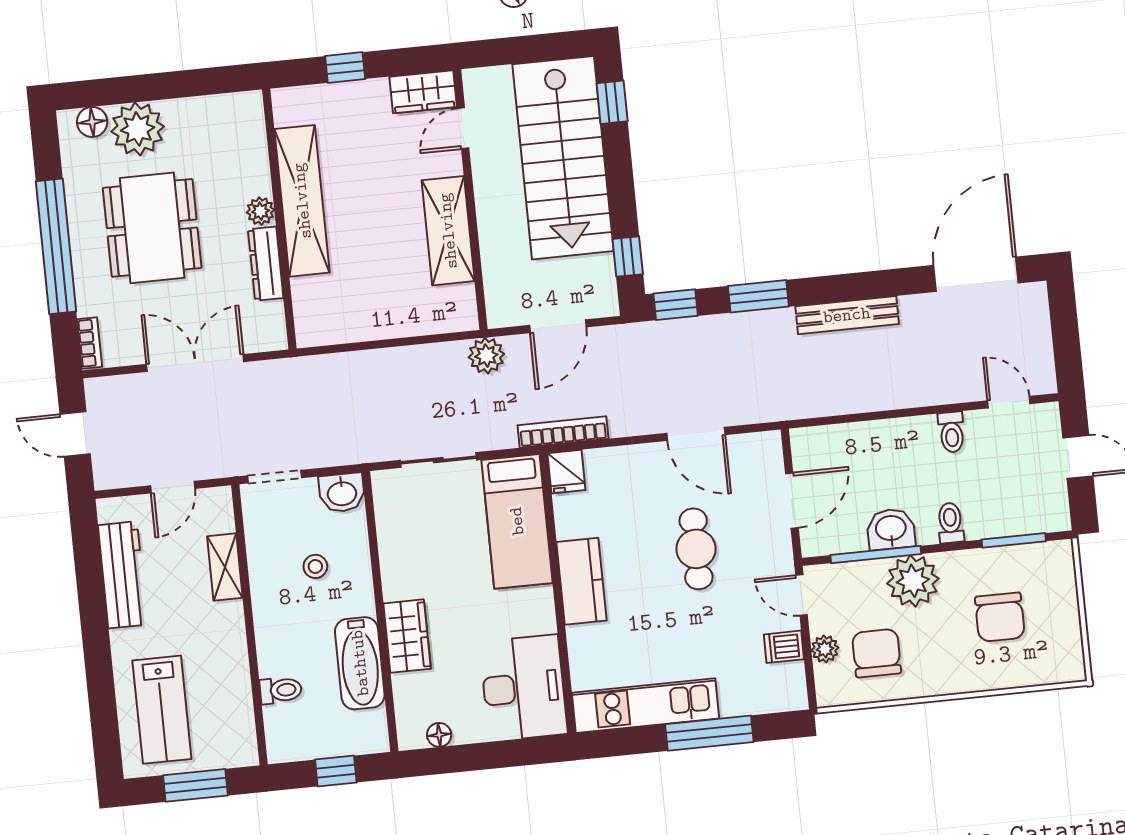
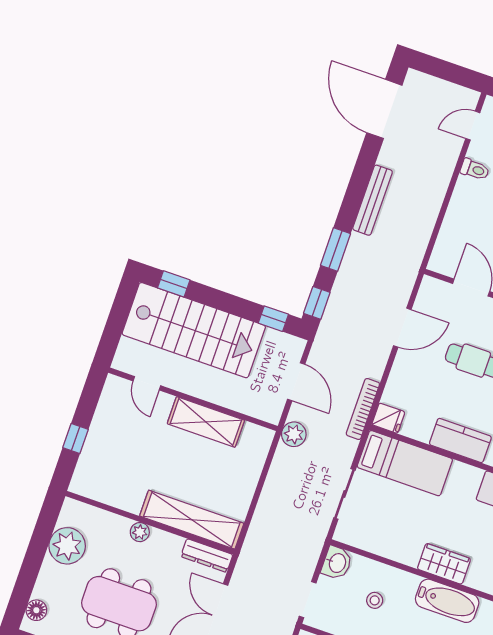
wardrobe: (423, 92) -> (113, 397), removed
plant: (138, 129) -> (67, 546), moved
shelving: (302, 201) -> (192, 520), moved
dresser: (266, 264) -> (207, 556), moved

